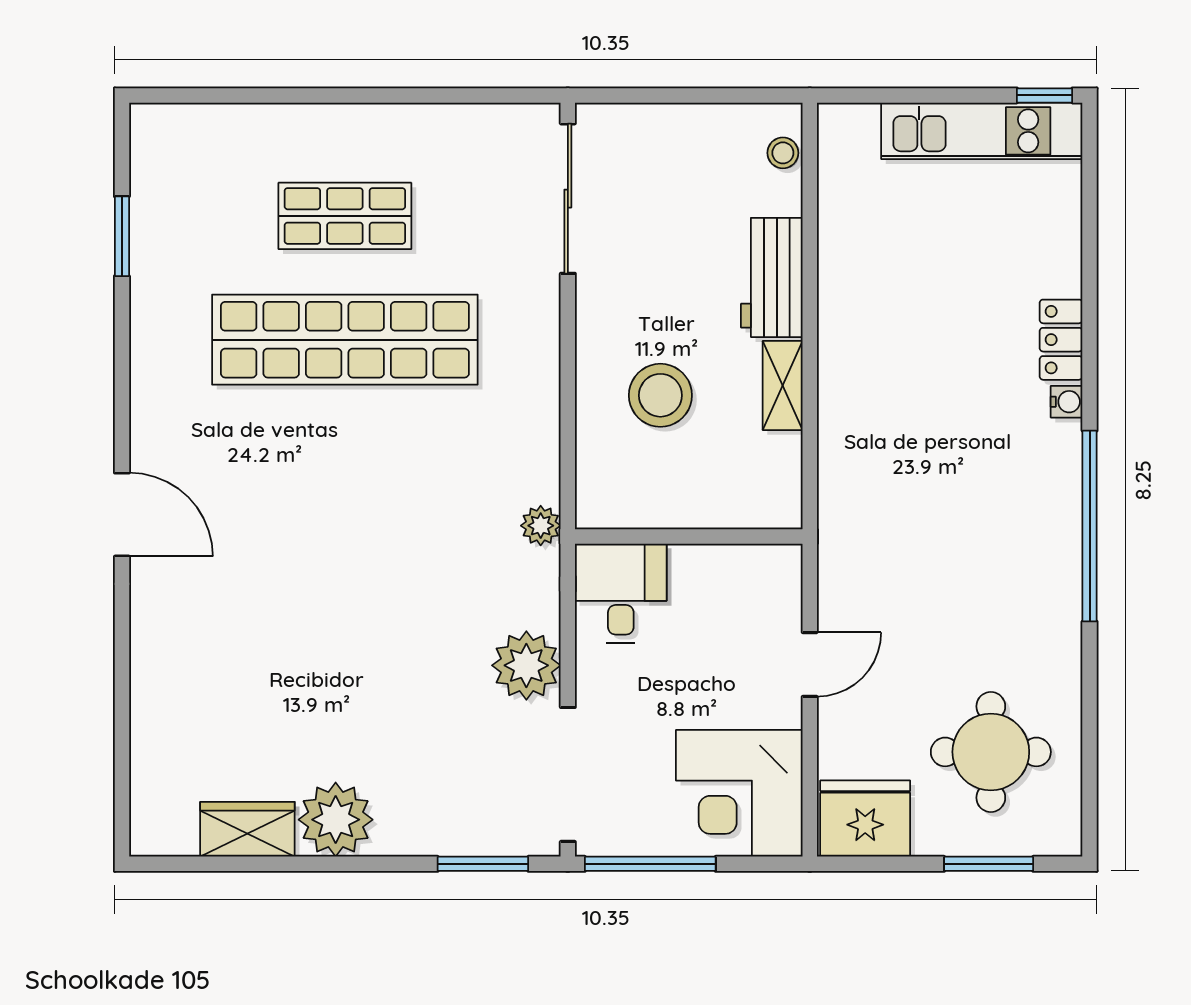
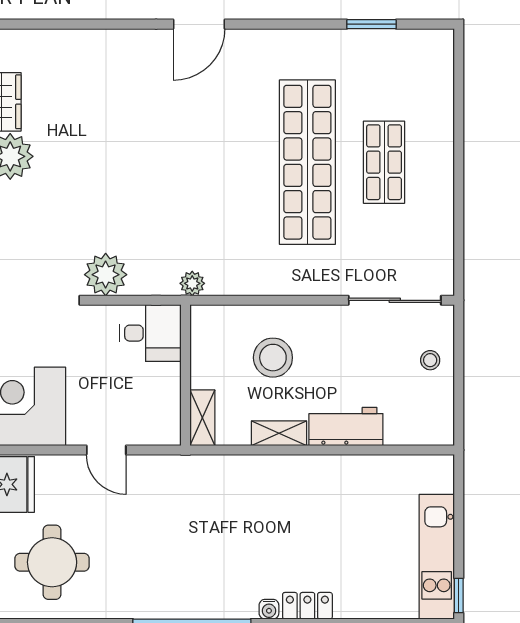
stool: (783, 153) -> (430, 360), moved
shelving: (758, 509) -> (202, 418), added

